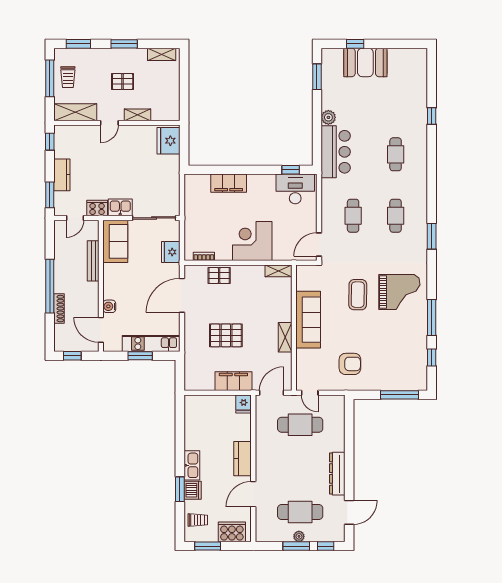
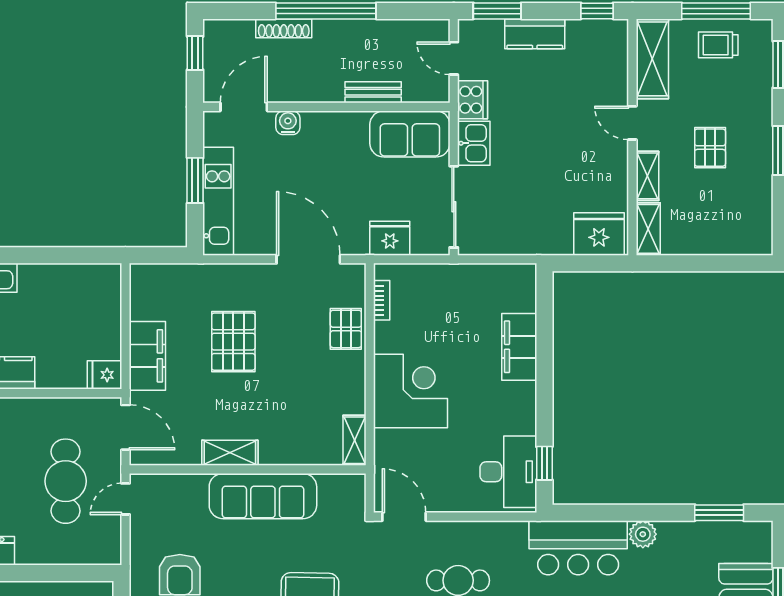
shelving: (162, 54) -> (648, 229), moved
bench: (93, 261) -> (373, 92), width x0.73

